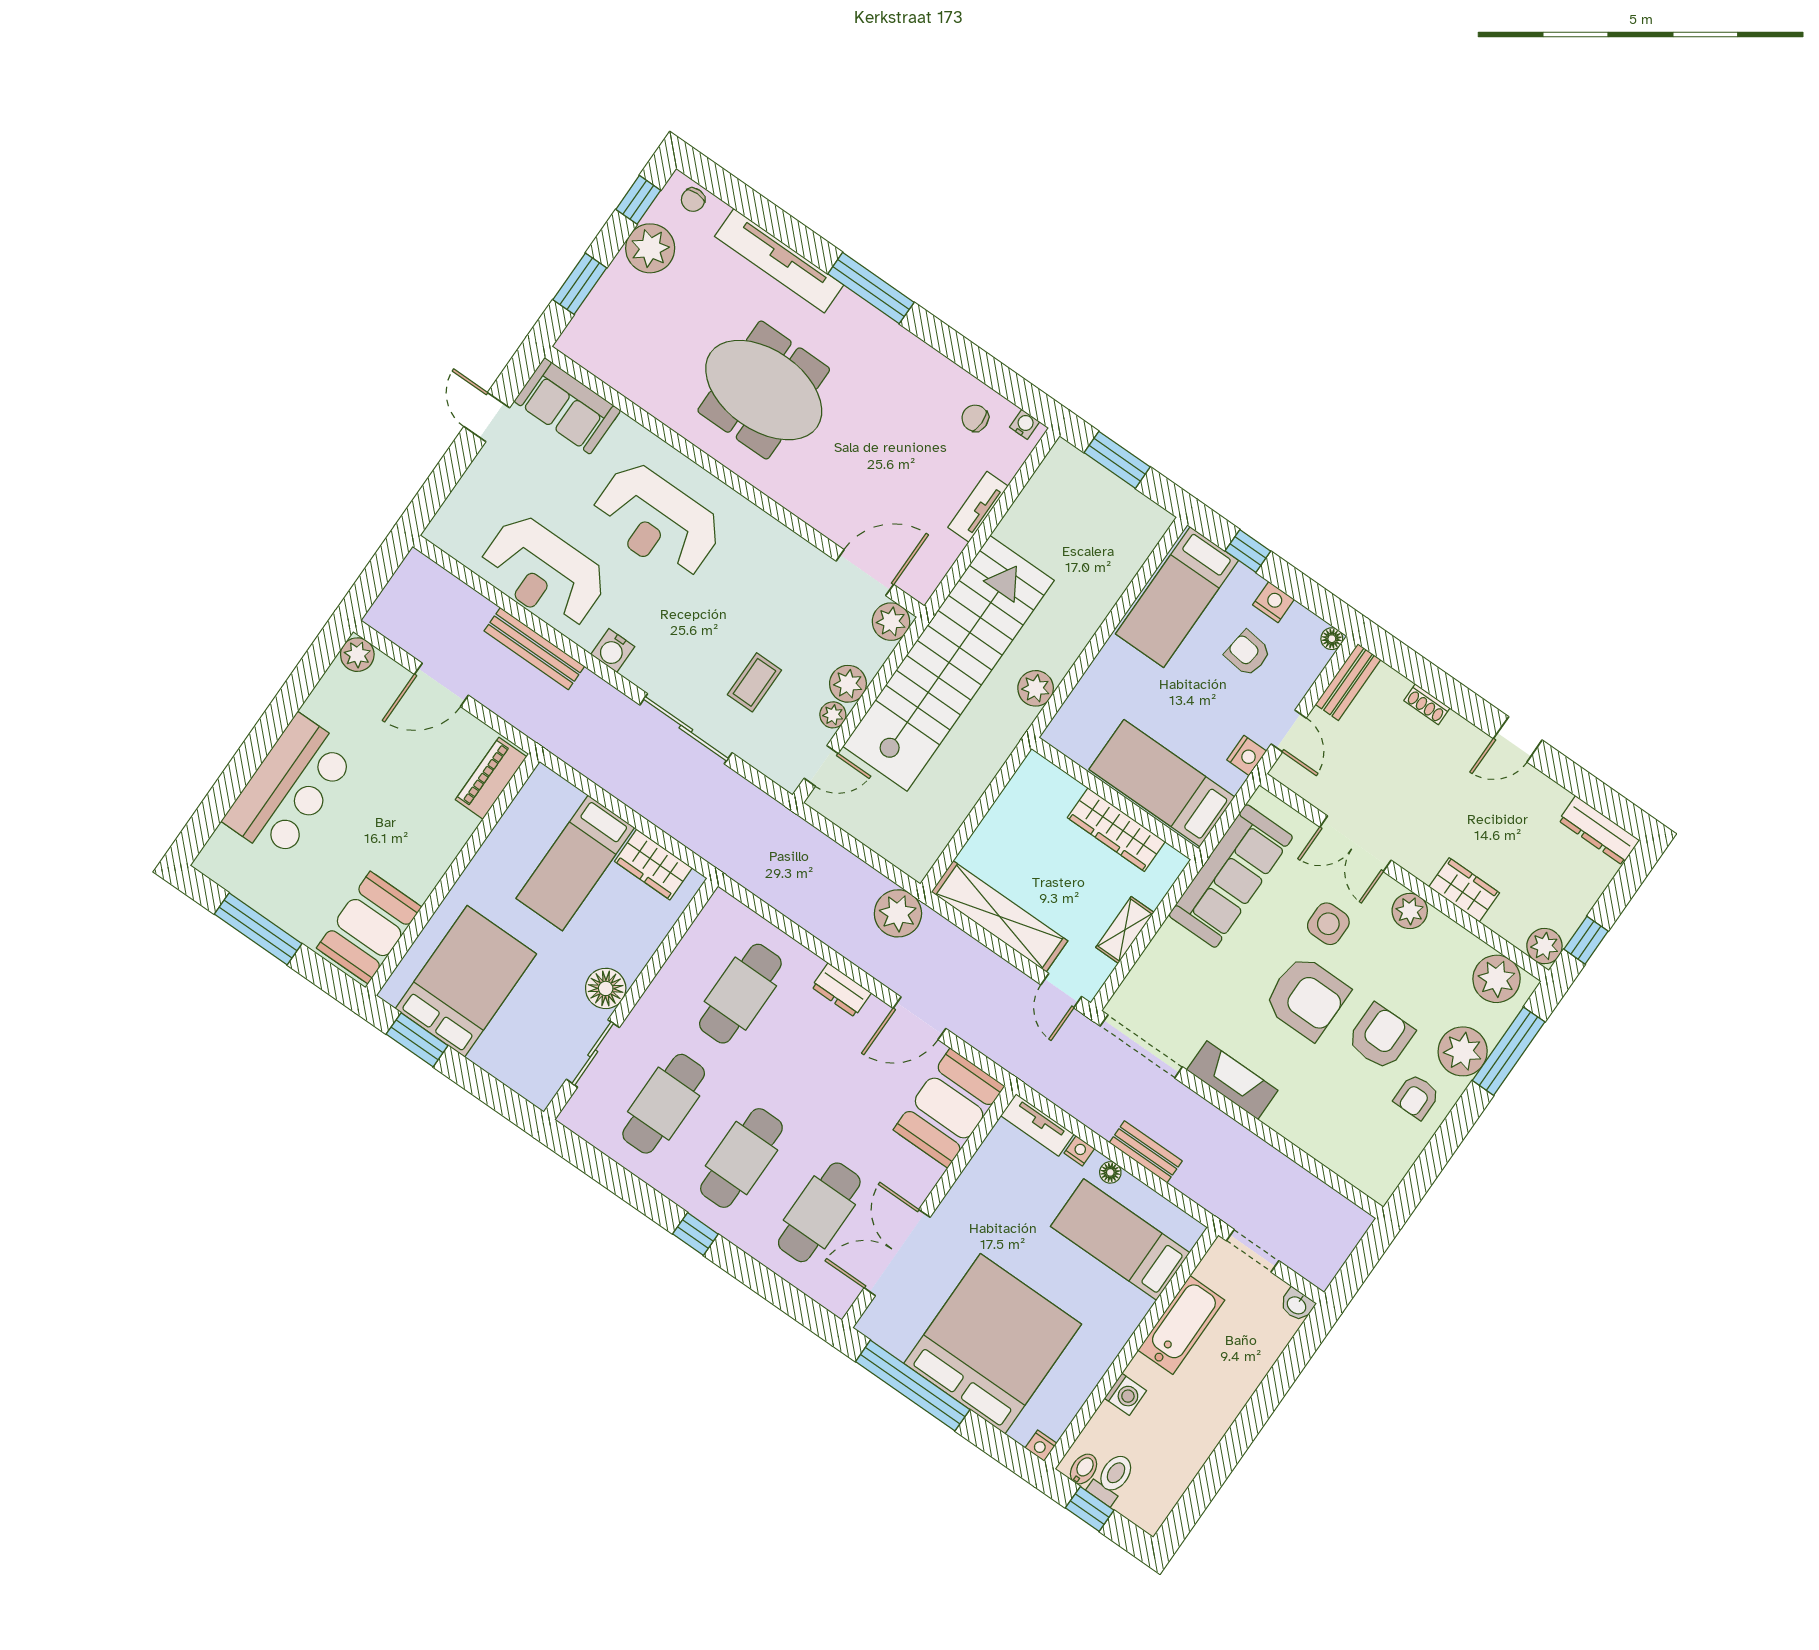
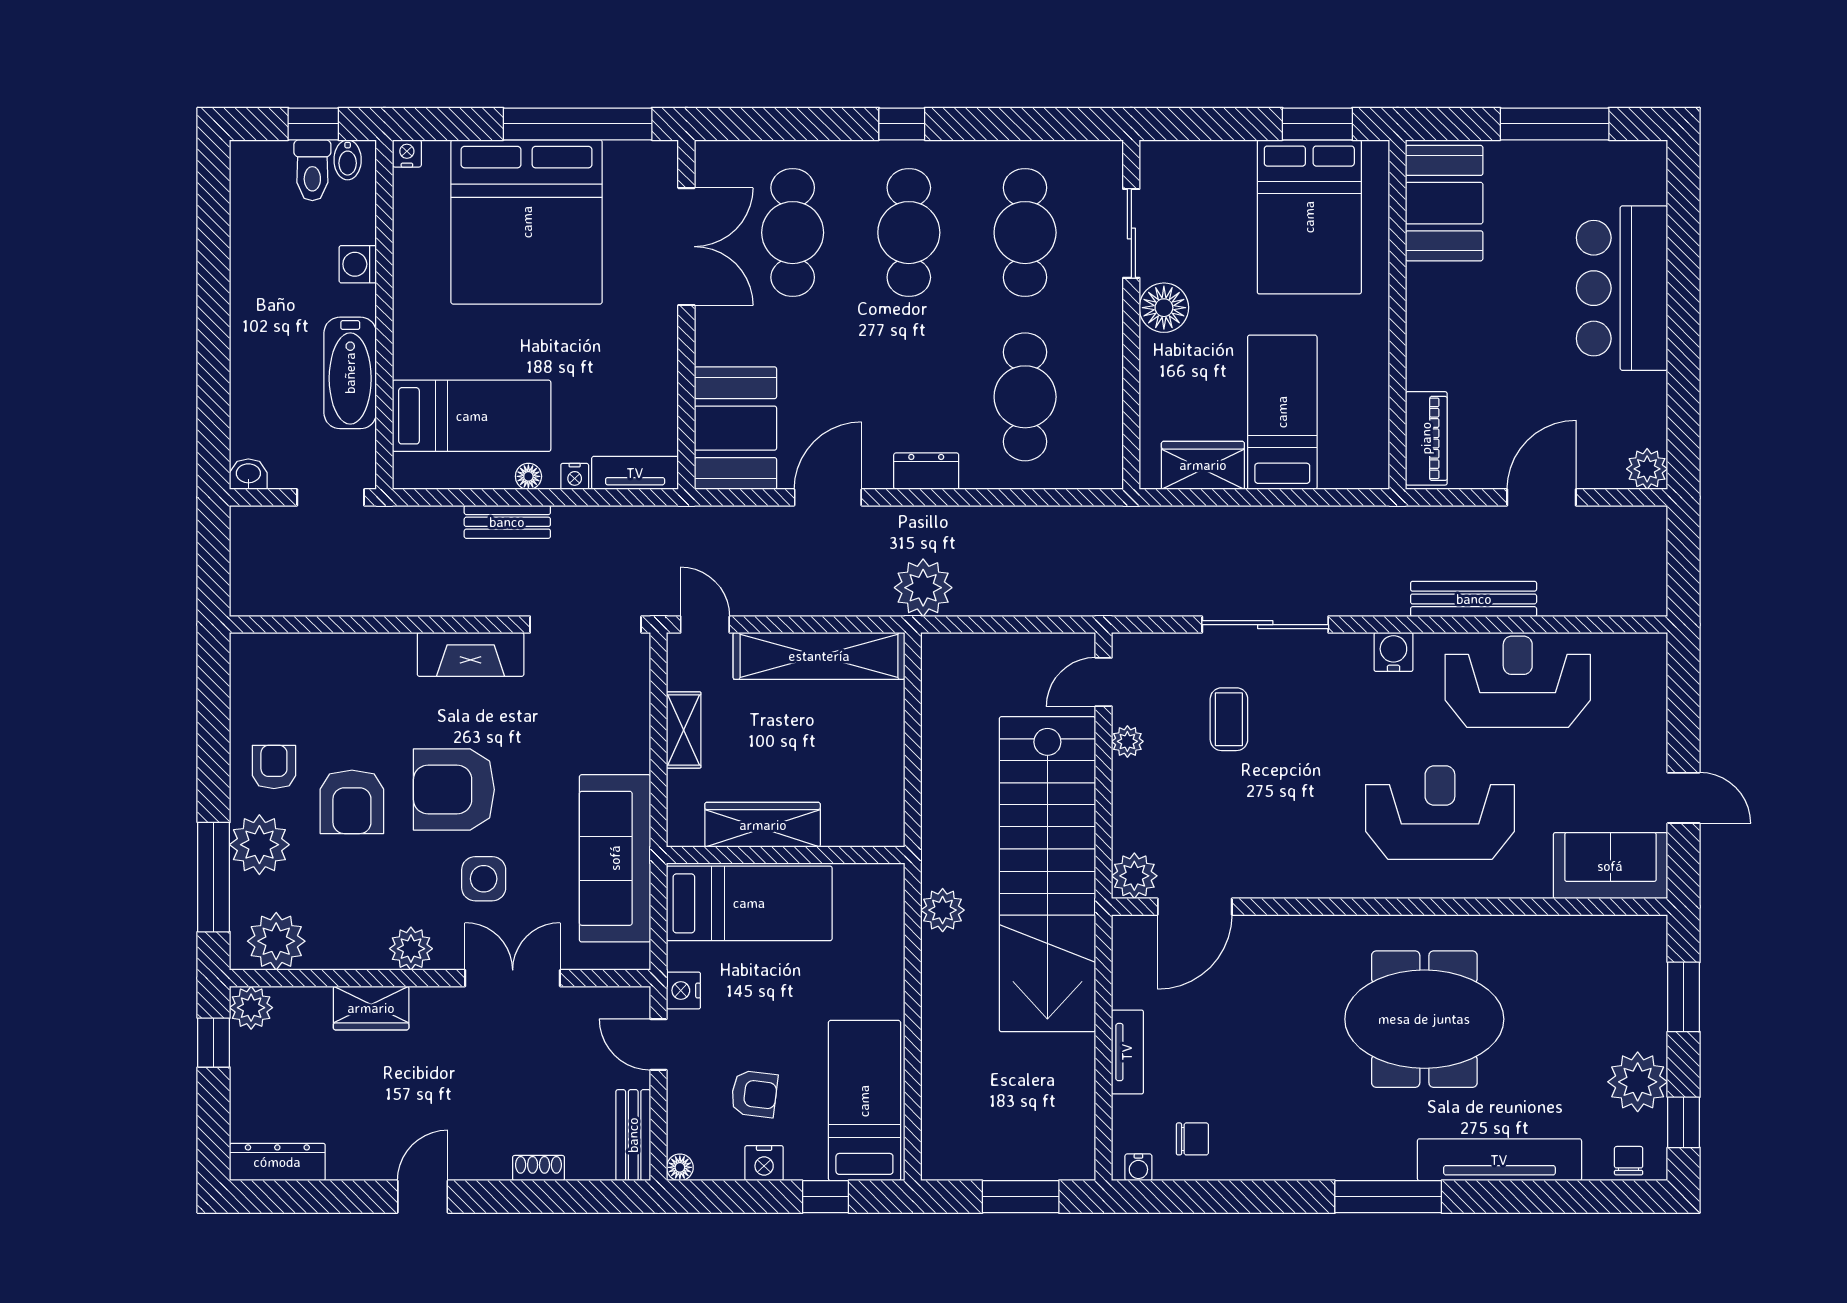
plant: (848, 684) -> (1134, 783), removed

